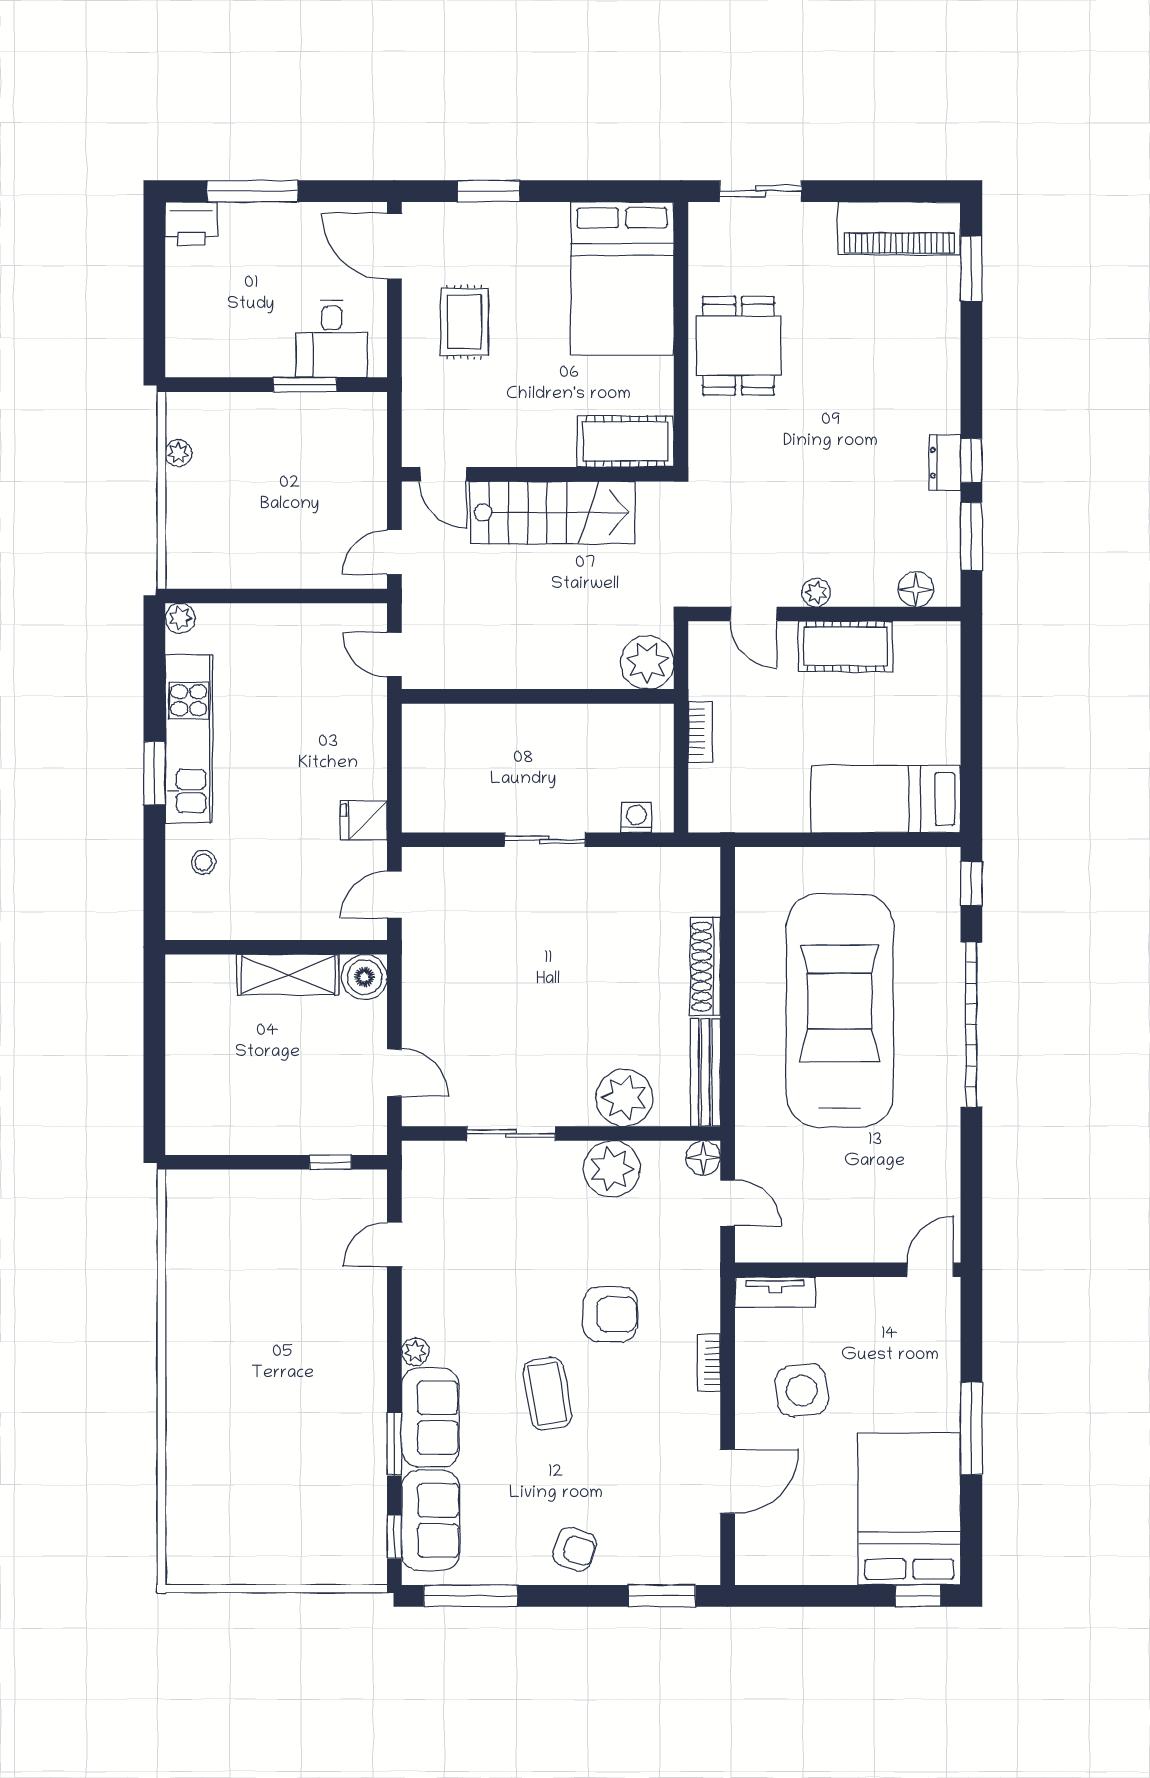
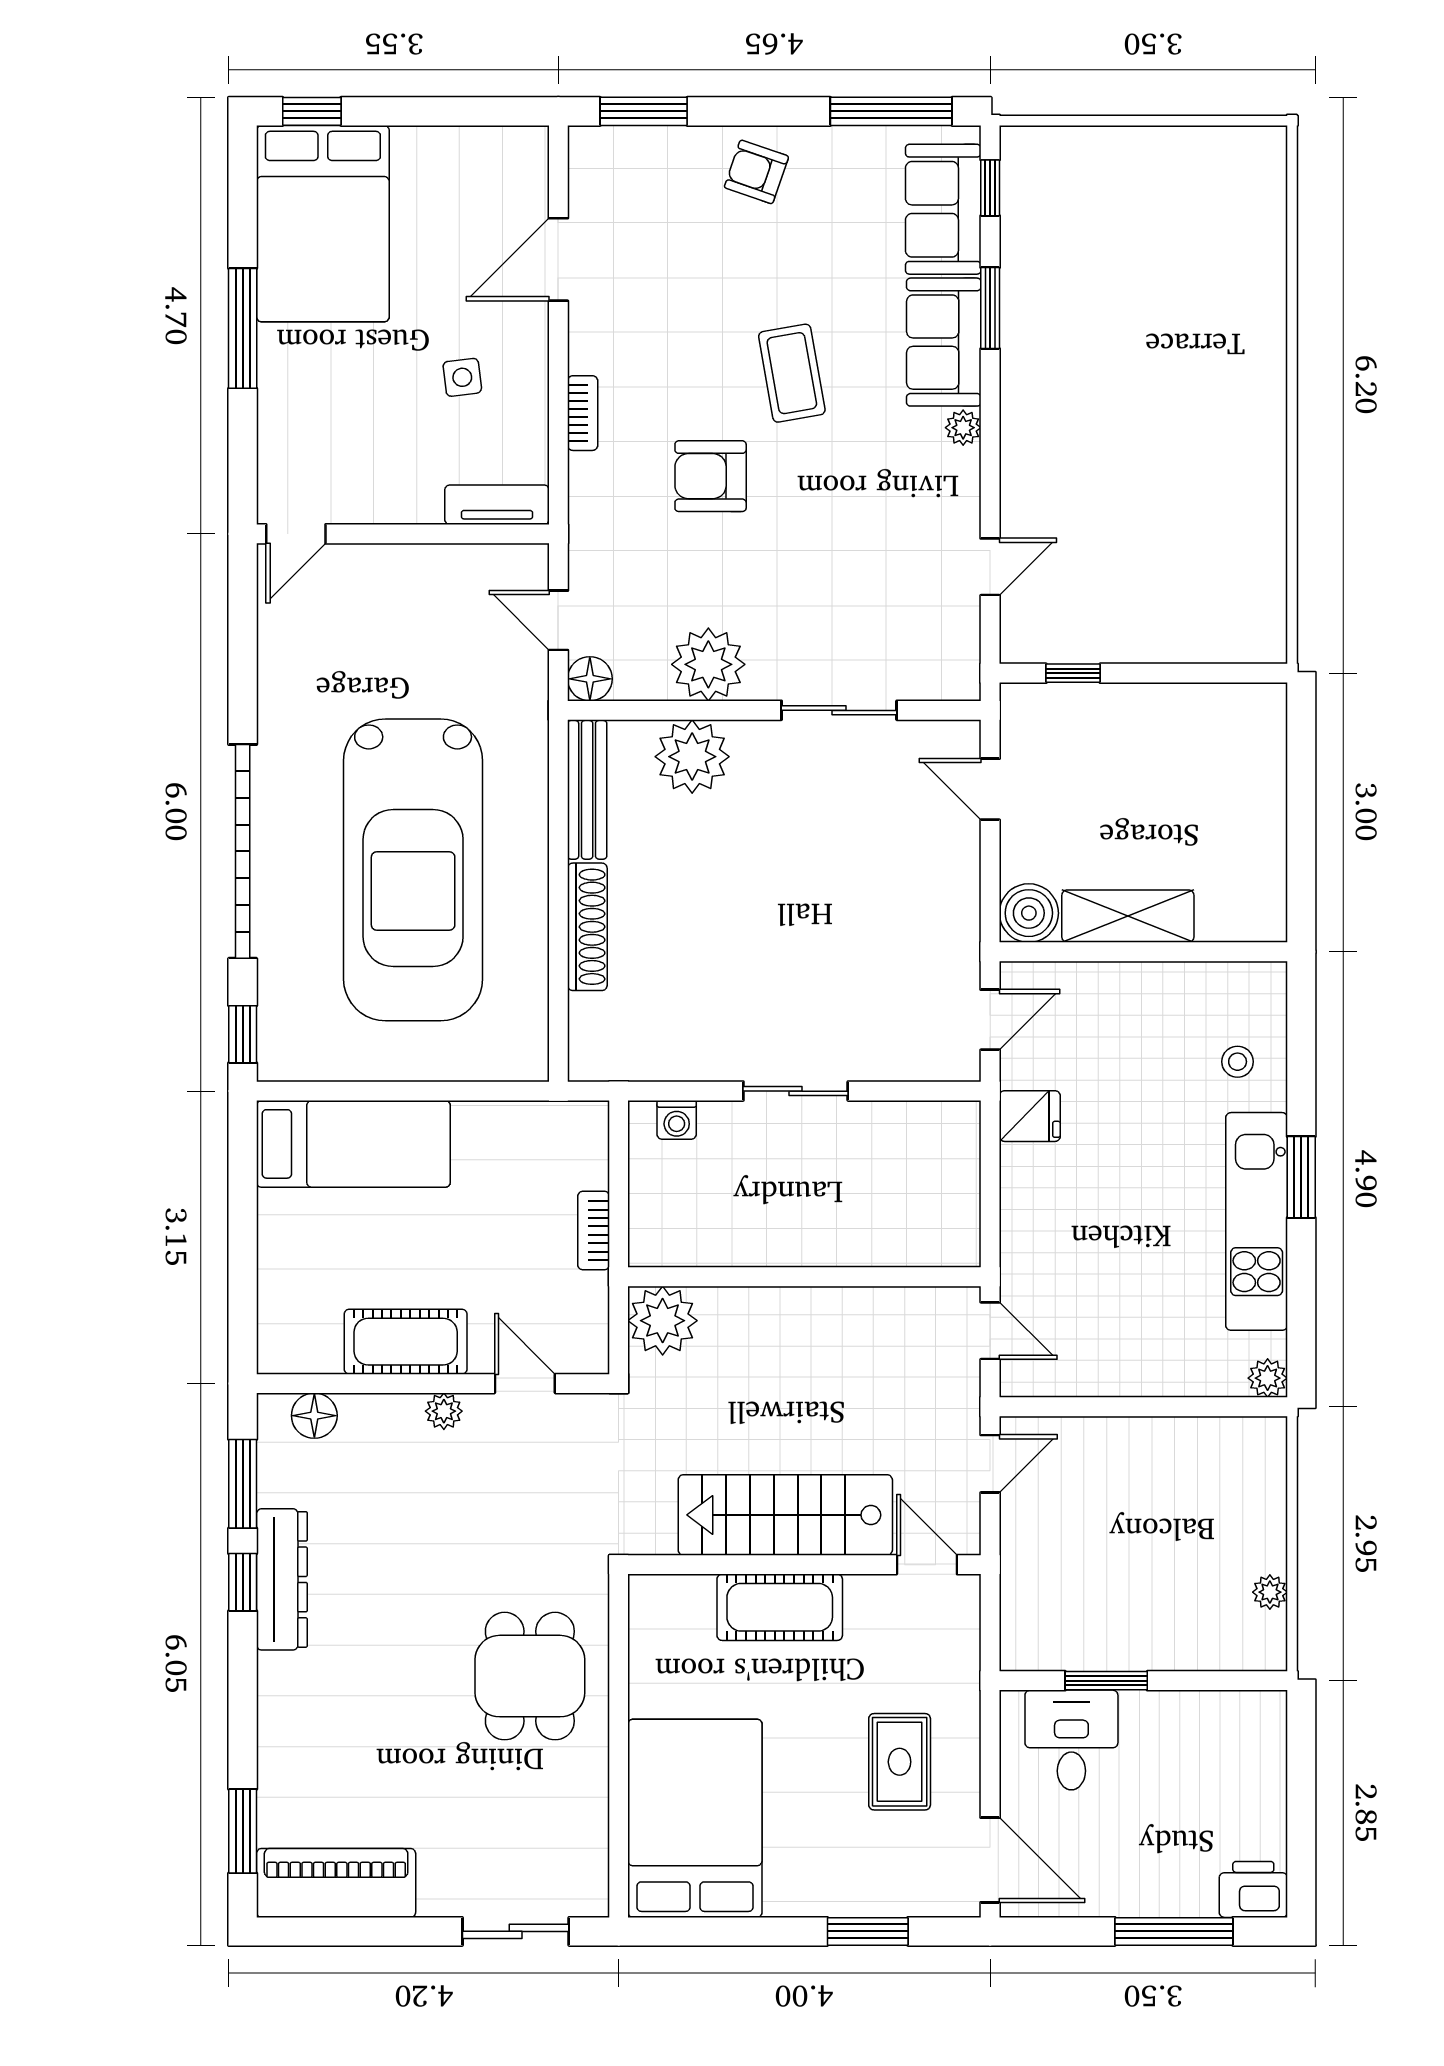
dining table: (739, 346) -> (530, 1676), moved
cot: (626, 441) -> (780, 1607), moved
dresser: (945, 463) -> (282, 1579), width x1.96, depth x1.24
side table: (802, 1391) -> (462, 377), width x0.54, depth x0.54

